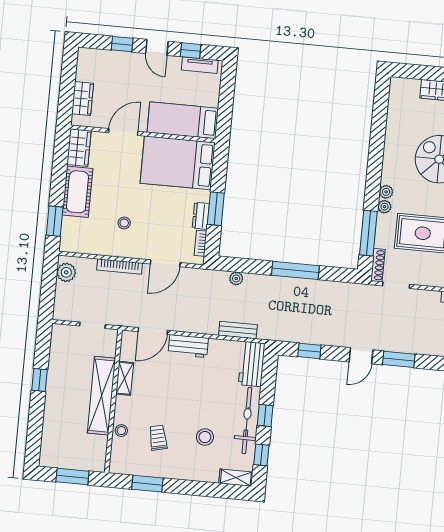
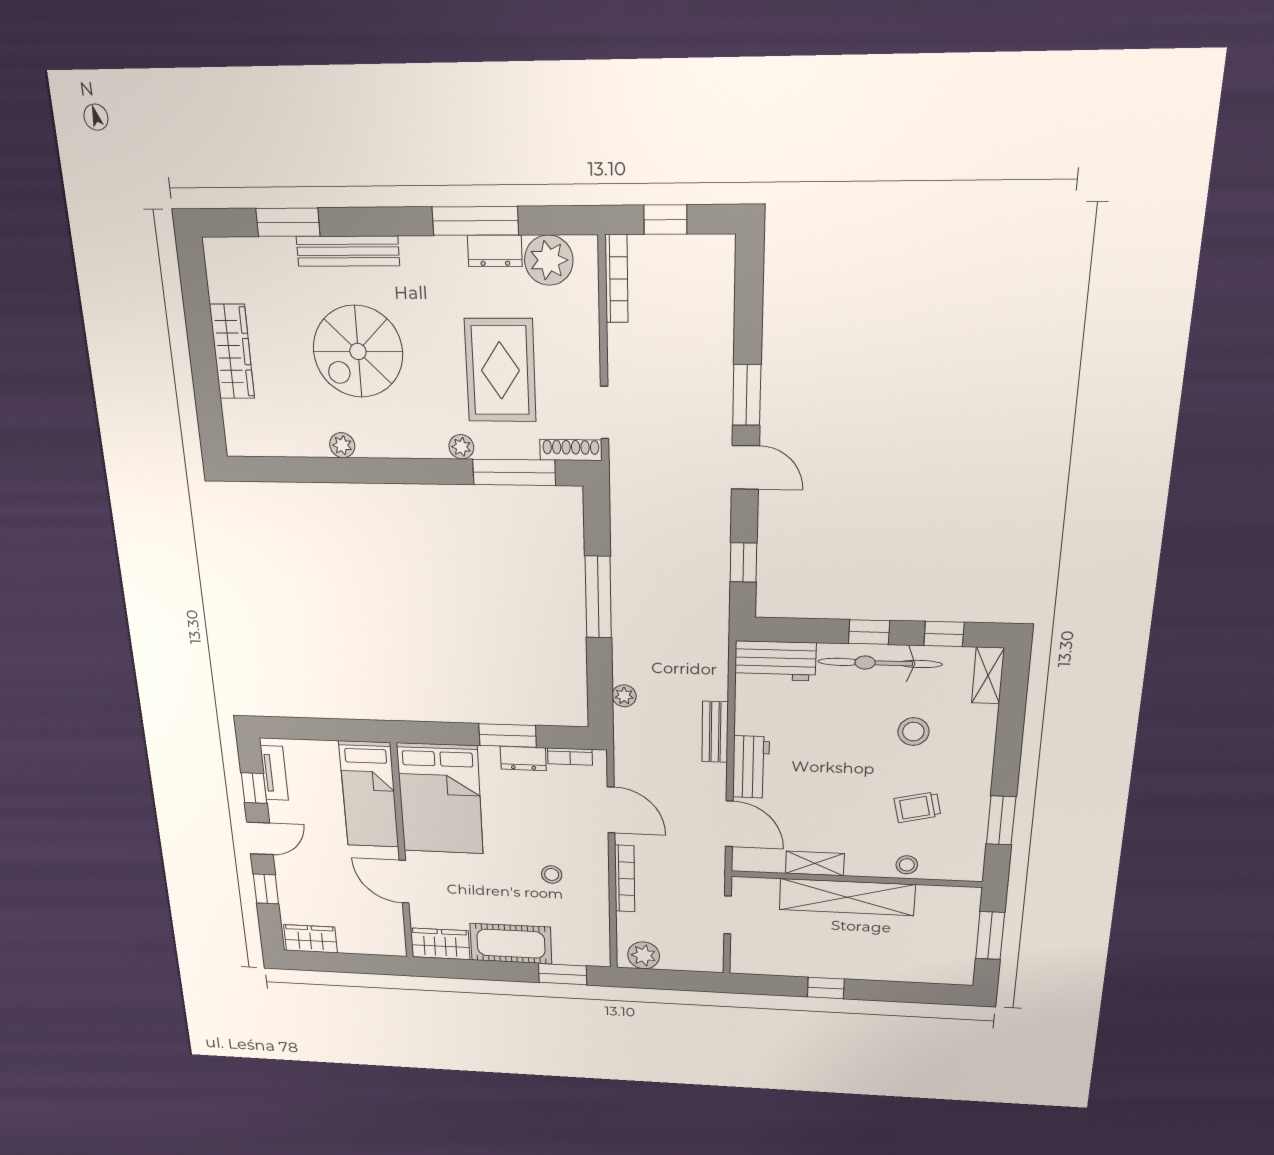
wardrobe: (83, 98) -> (311, 939), moved
plant: (386, 192) -> (342, 445), moved
bench: (238, 330) -> (715, 732), moved

